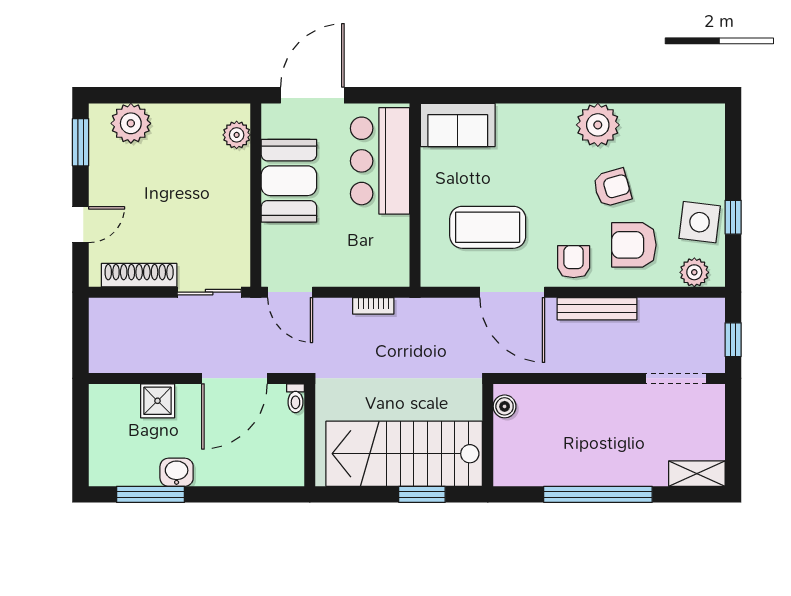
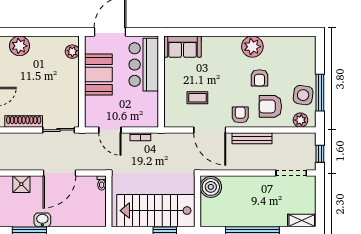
armchair: (612, 188) -> (259, 78), turned 106
window: (733, 217) -> (320, 93), width x2.17
coffee table: (488, 227) -> (197, 98), width x0.54, depth x0.58
door: (290, 292) -> (110, 130), moved
door: (234, 378) -> (60, 173), moved
shower: (158, 401) -> (21, 184), moved
boiler: (505, 406) -> (211, 187), width x1.86, depth x1.86

